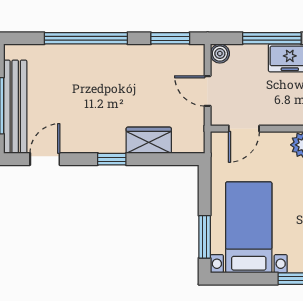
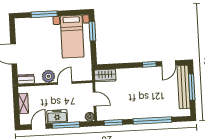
door: (244, 129) -> (65, 83), moved
wardrobe: (149, 140) -> (105, 75), moved
window: (112, 159) -> (149, 64), moved

